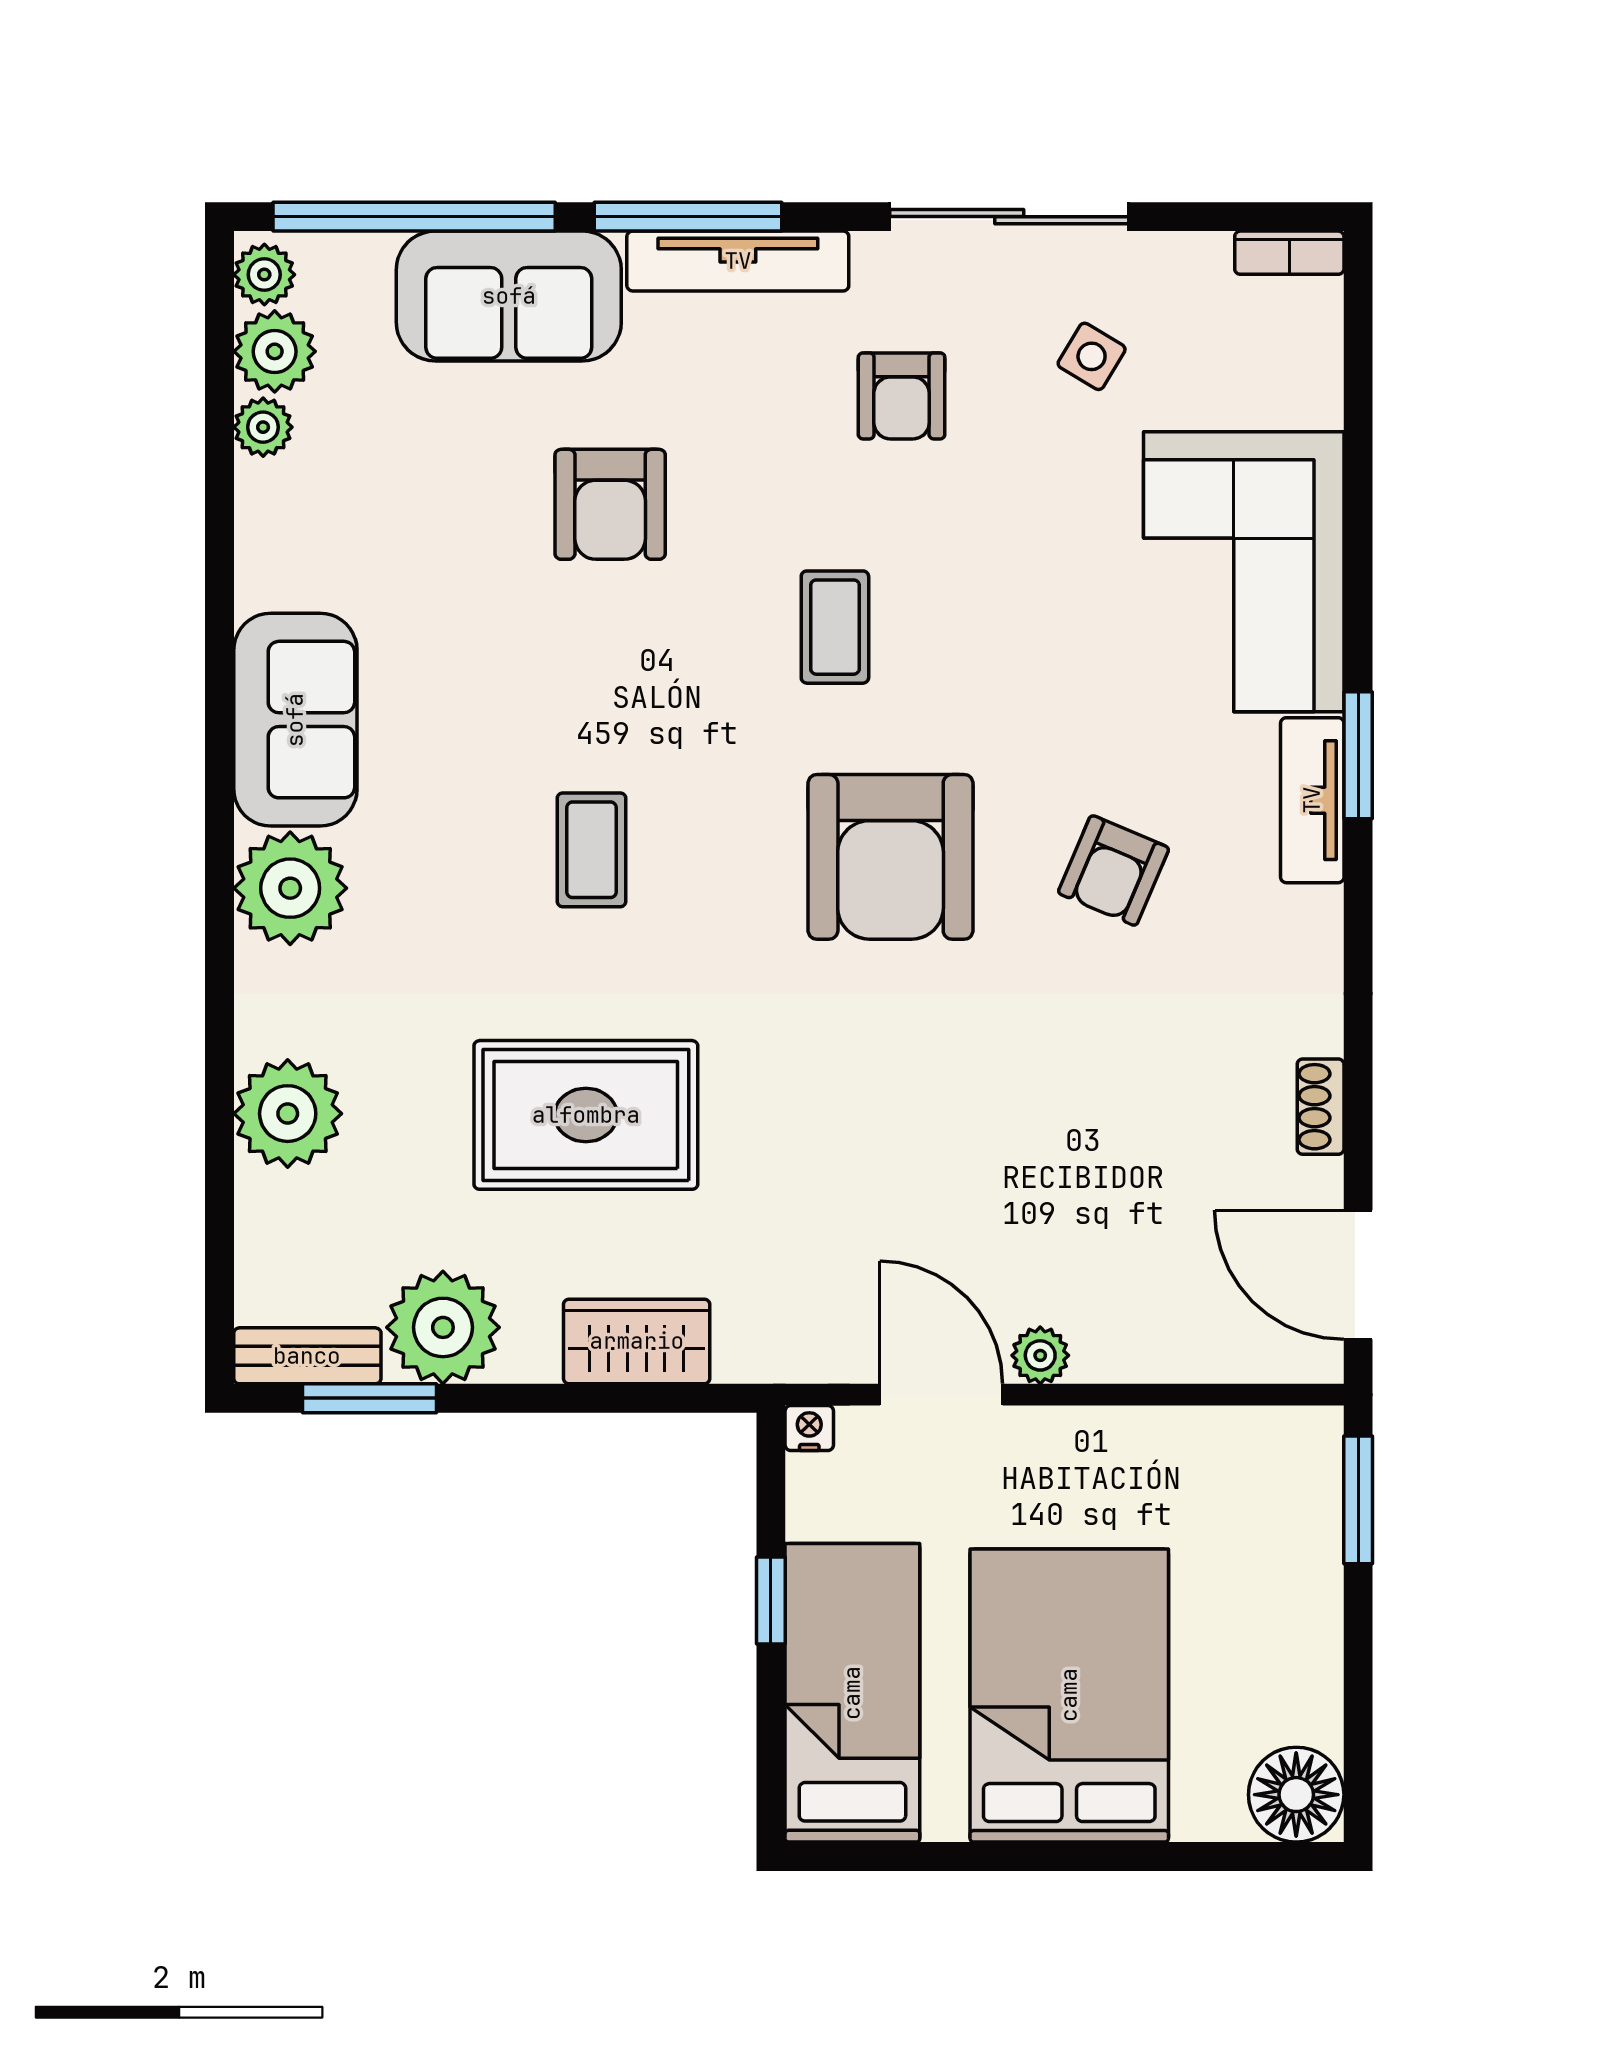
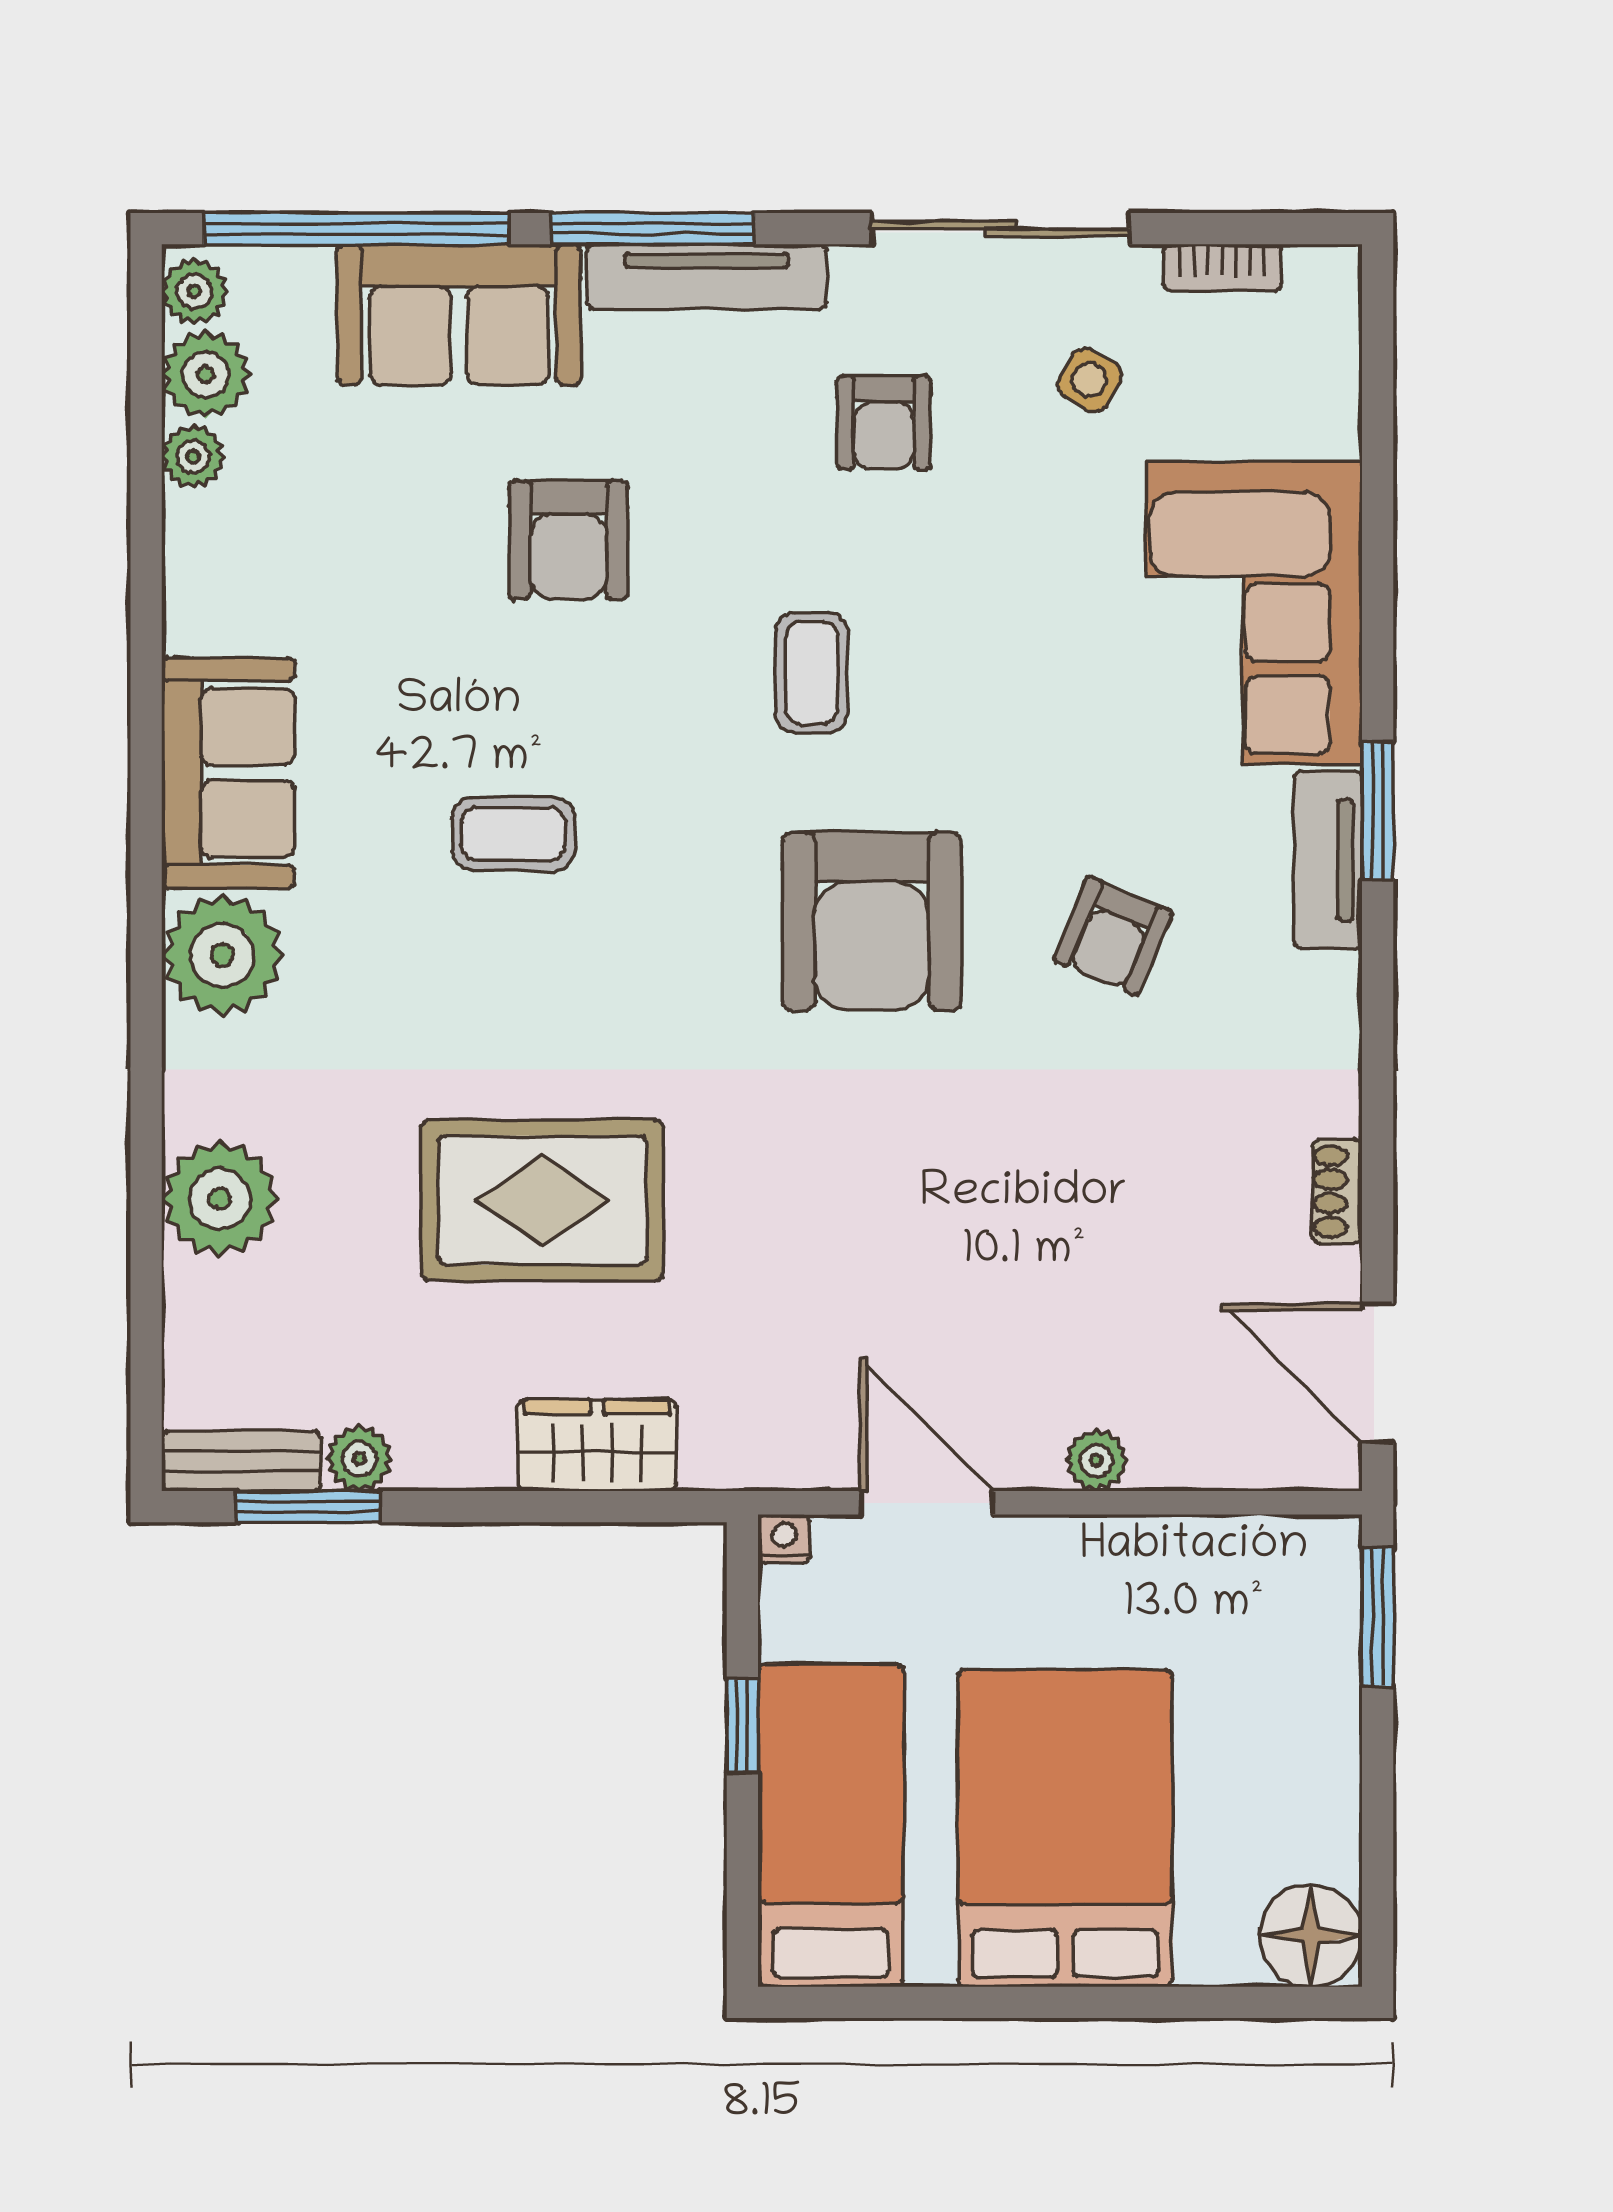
bookcase: (1289, 253) -> (1222, 268), moved
coffee table: (591, 850) -> (513, 834), moved, turned 90
plant: (443, 1327) -> (359, 1459), width x0.53, depth x0.53
plant: (1040, 1355) -> (1096, 1460), moved

